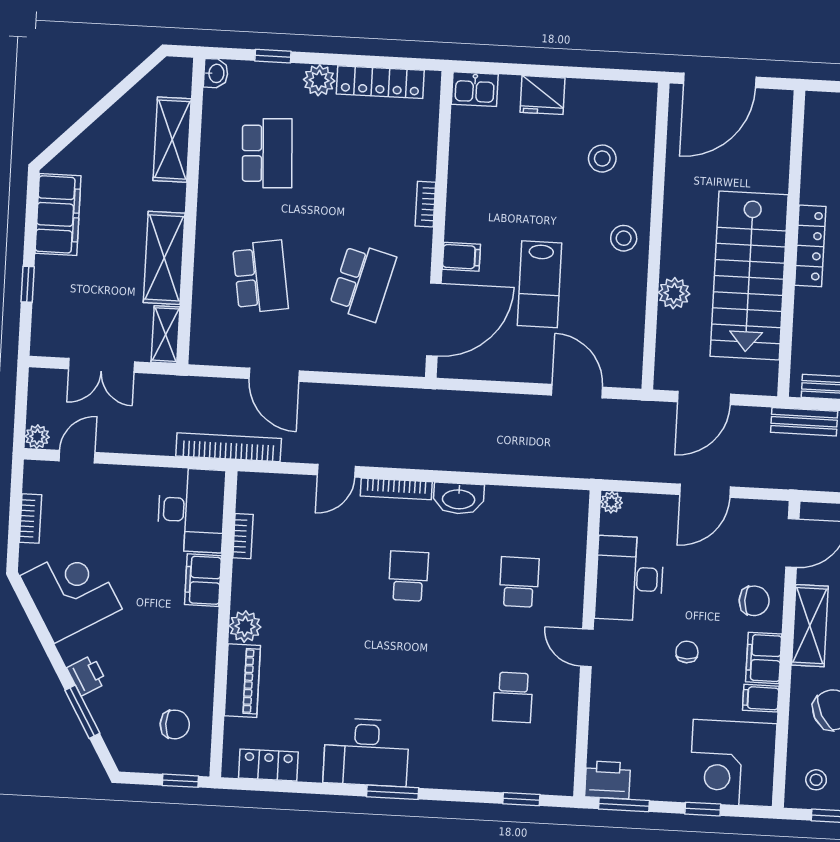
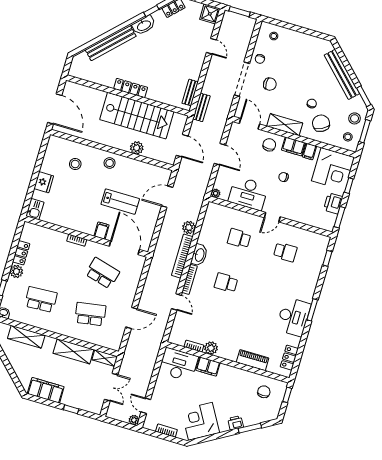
locker: (380, 82) -> (21, 253), width x0.66
bookcase: (229, 447) -> (182, 256), moved
plant: (517, 459) -> (189, 227), added
plant: (245, 626) -> (211, 348), moved
printer: (608, 780) -> (333, 203), moved

